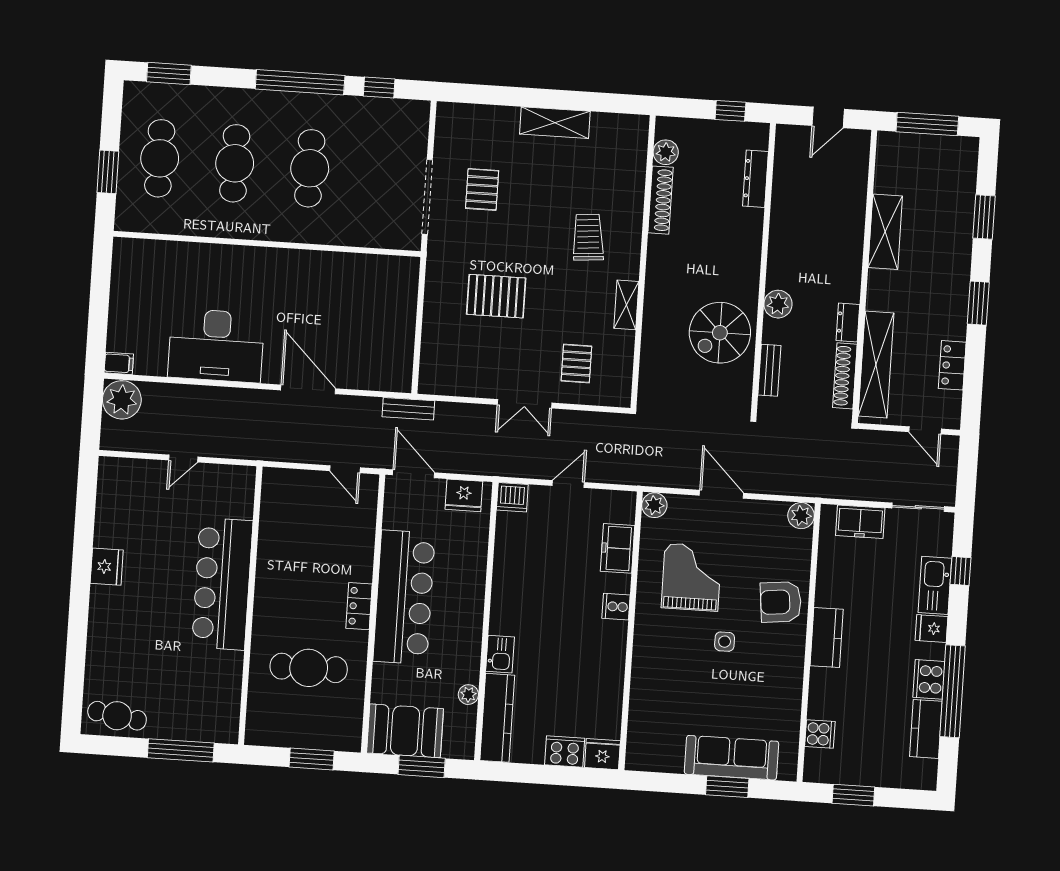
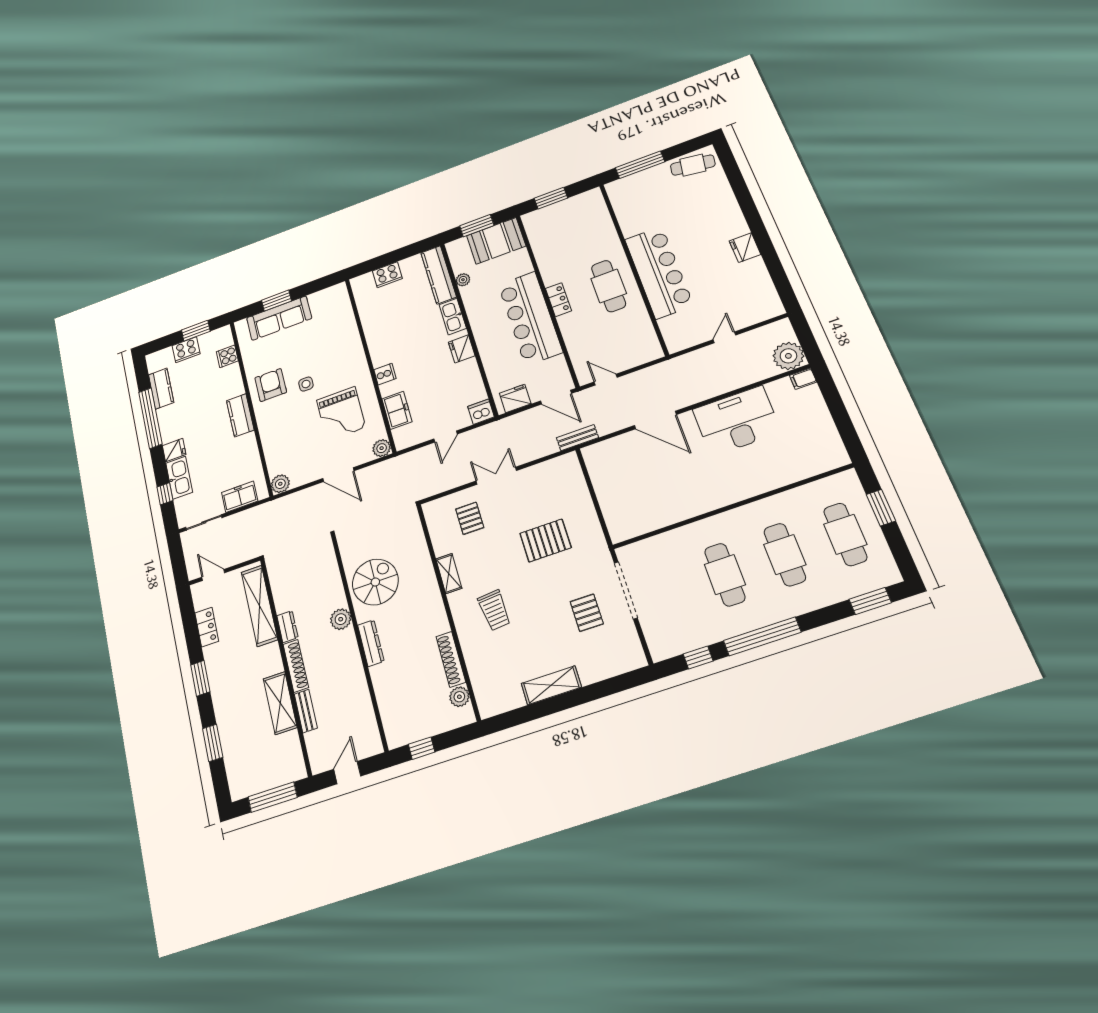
dresser: (755, 179) -> (371, 643), moved
bench: (769, 370) -> (306, 711), moved
shoe rack: (845, 376) -> (296, 666), moved
armchair: (781, 602) -> (271, 385), moved, turned -84
kitchen sink: (500, 654) -> (453, 317), width x1.38
cafe table: (309, 668) -> (609, 286), moved, turned 90
cooker: (929, 679) -> (186, 350), moved, turned 90
fridge: (602, 754) -> (462, 349), moved, turned 90

